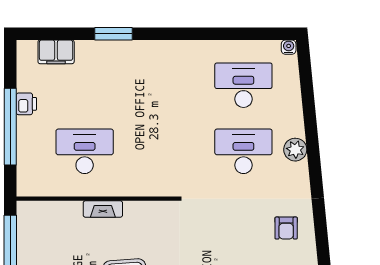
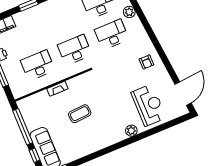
plant: (295, 150) -> (129, 12), moved
desk: (164, 151) -> (75, 50), added

